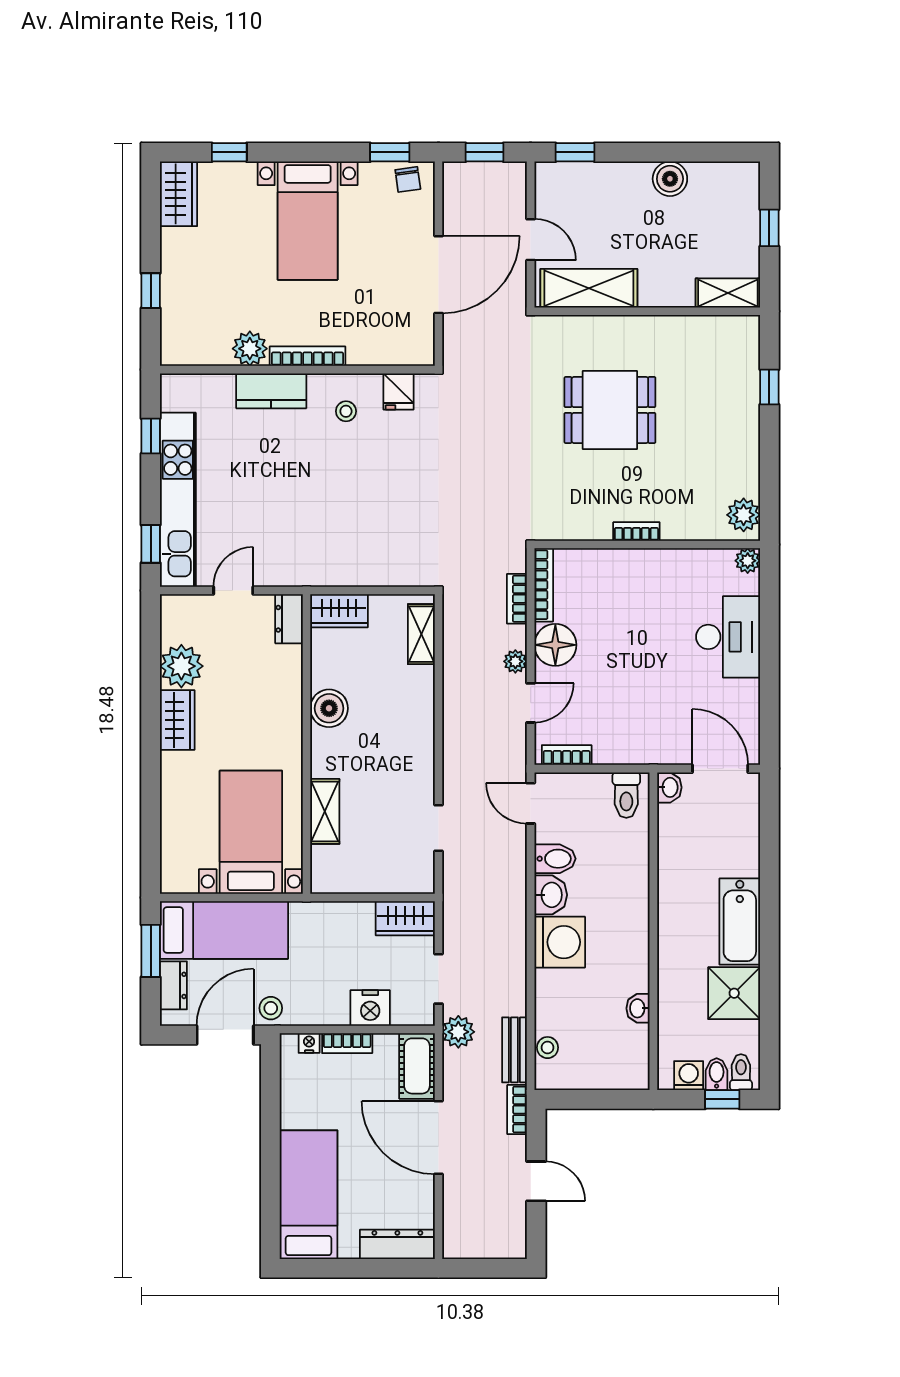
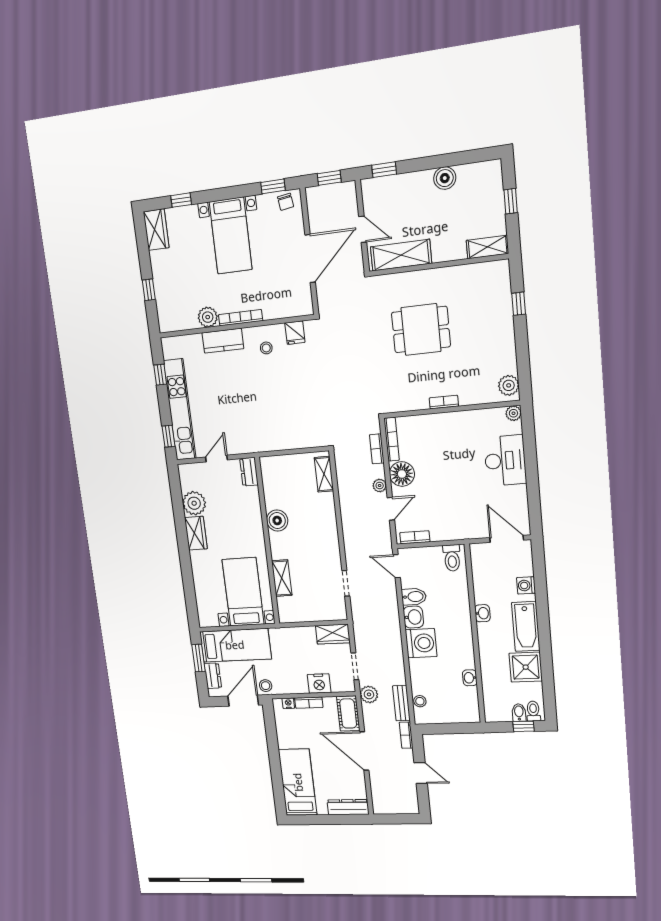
wardrobe: (339, 611) -> (276, 465), removed
washbasin: (669, 787) -> (482, 613), moved
washing machine: (689, 1076) -> (526, 585), moved, turned -90

